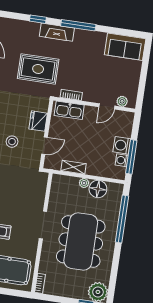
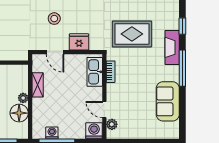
sofa: (125, 47) -> (168, 101), moved
rug: (38, 69) -> (132, 34), turned 90
washing machine: (122, 145) -> (94, 131), moved

